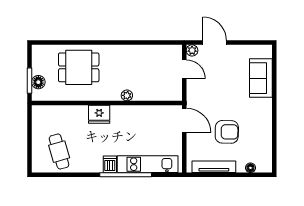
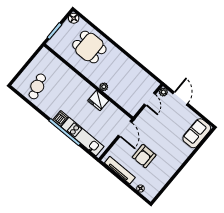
sofa: (261, 78) -> (197, 133), moved
floor lamp: (38, 82) -> (74, 18), moved
fridge: (99, 114) -> (98, 101), moved
armchair: (227, 132) -> (144, 156), turned 89

